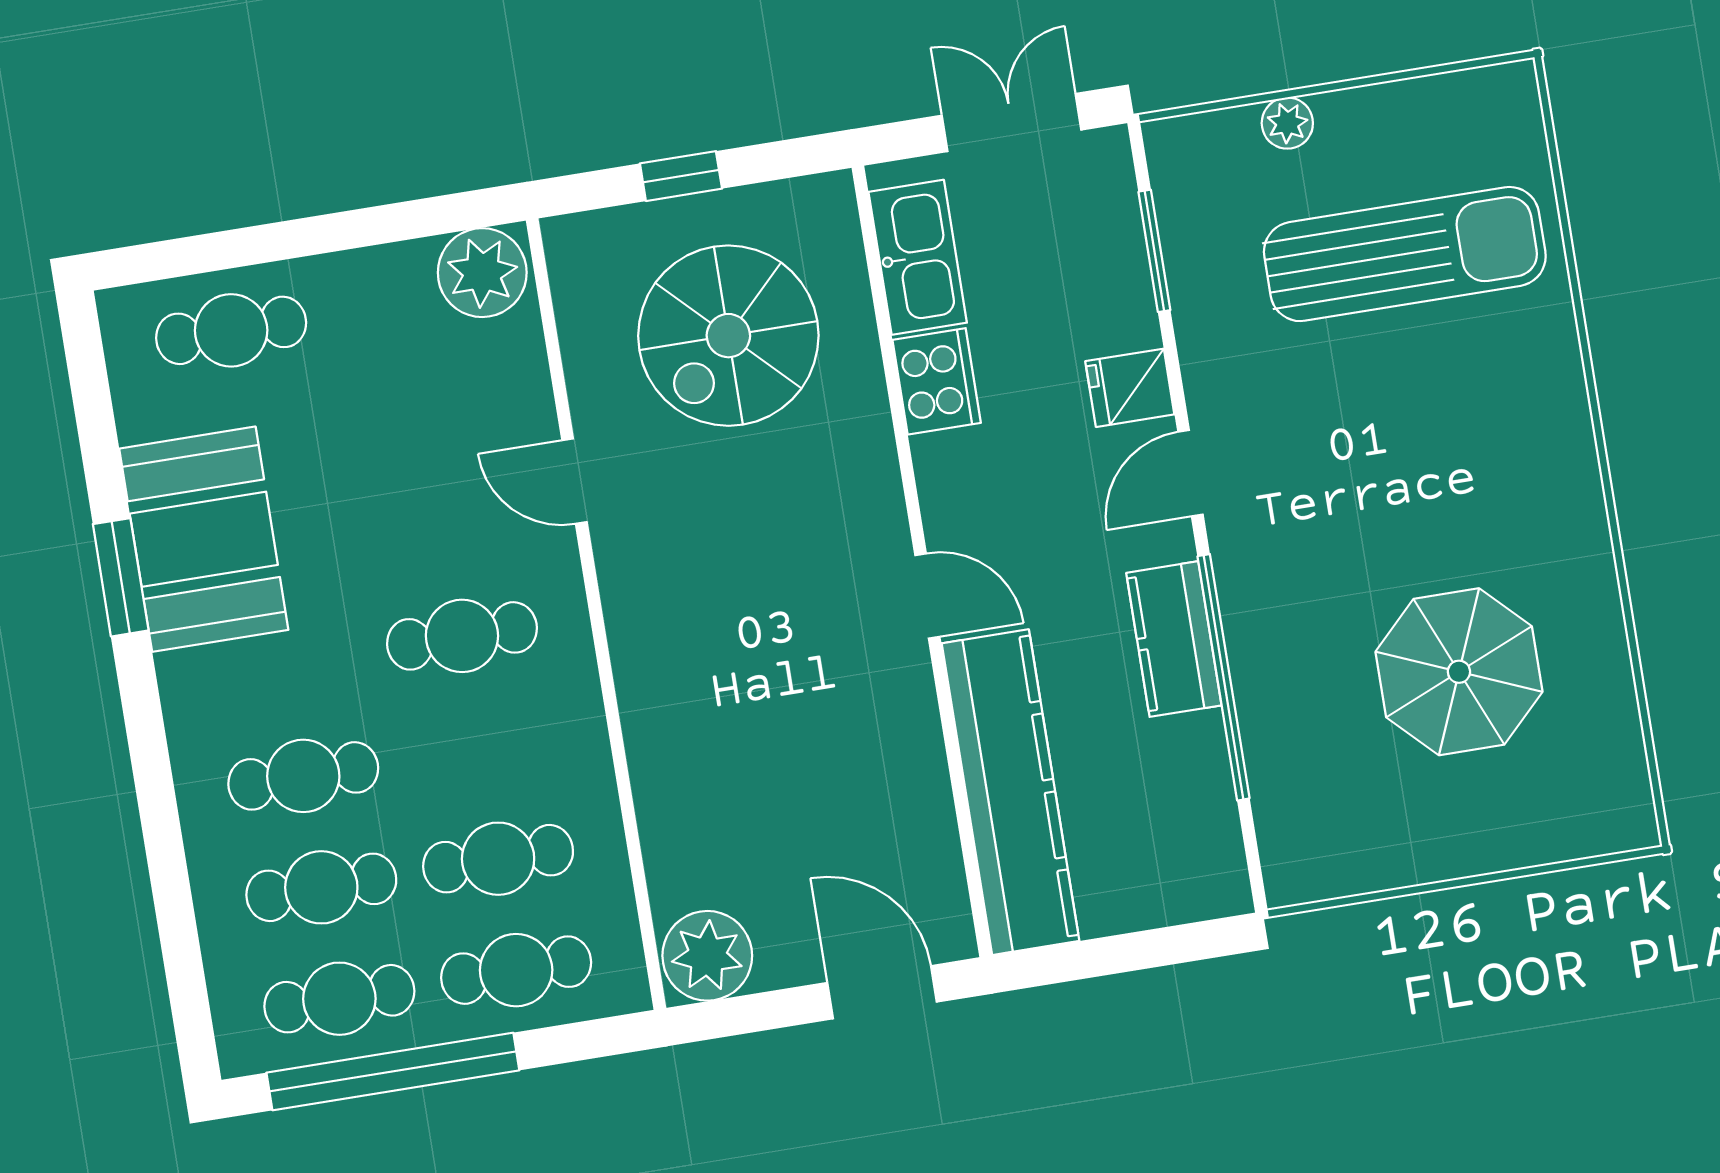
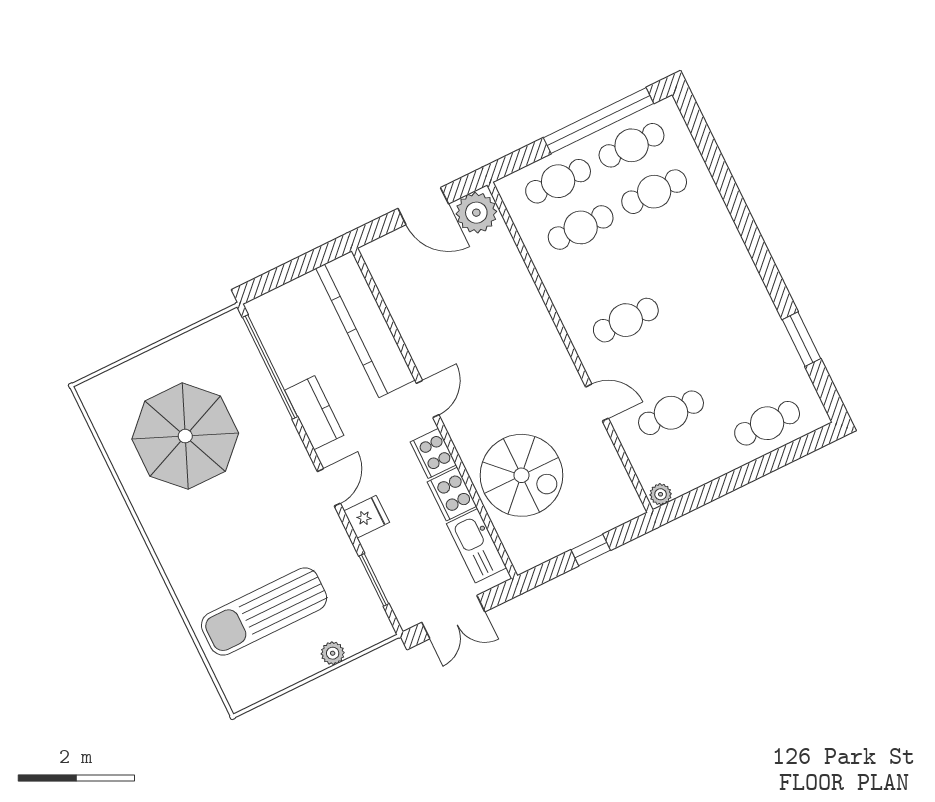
plant: (482, 273) -> (661, 494), width x0.53, depth x0.53
spiral stairs: (728, 336) -> (521, 475), moved, turned 90
cooker: (950, 478) -> (433, 453), added
booth: (204, 539) -> (751, 328), removed
window: (121, 577) -> (802, 339), moved
door: (927, 596) -> (428, 399), swing flipped
parasol: (1459, 672) -> (185, 436), width x1.36, depth x1.36
window: (1223, 677) -> (270, 367), moved
cafe table: (303, 776) -> (671, 413), moved
door: (882, 992) -> (423, 206), moved

